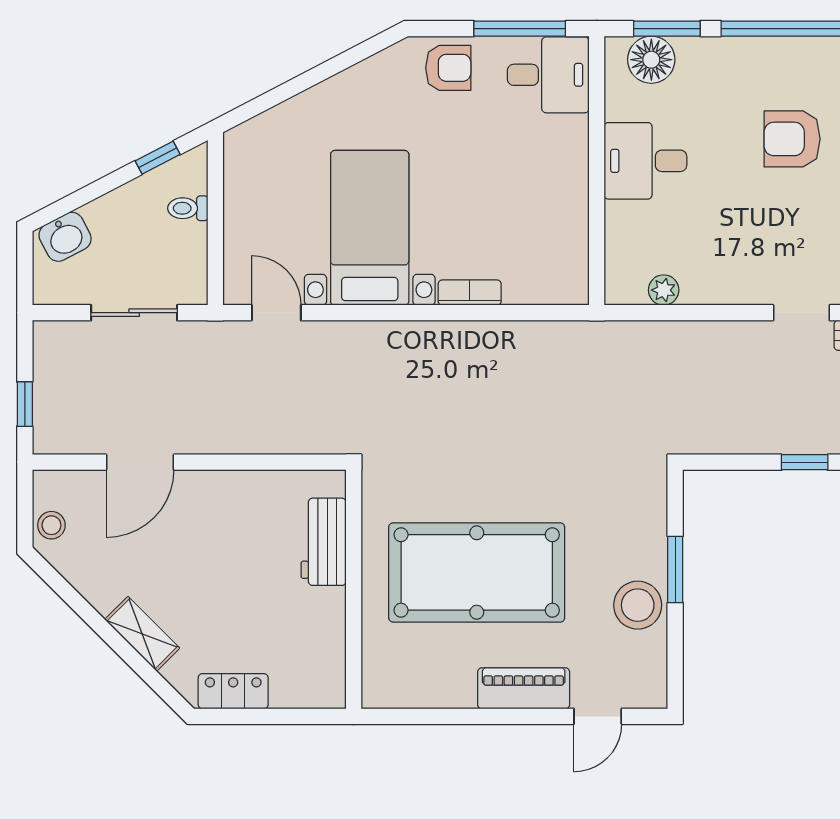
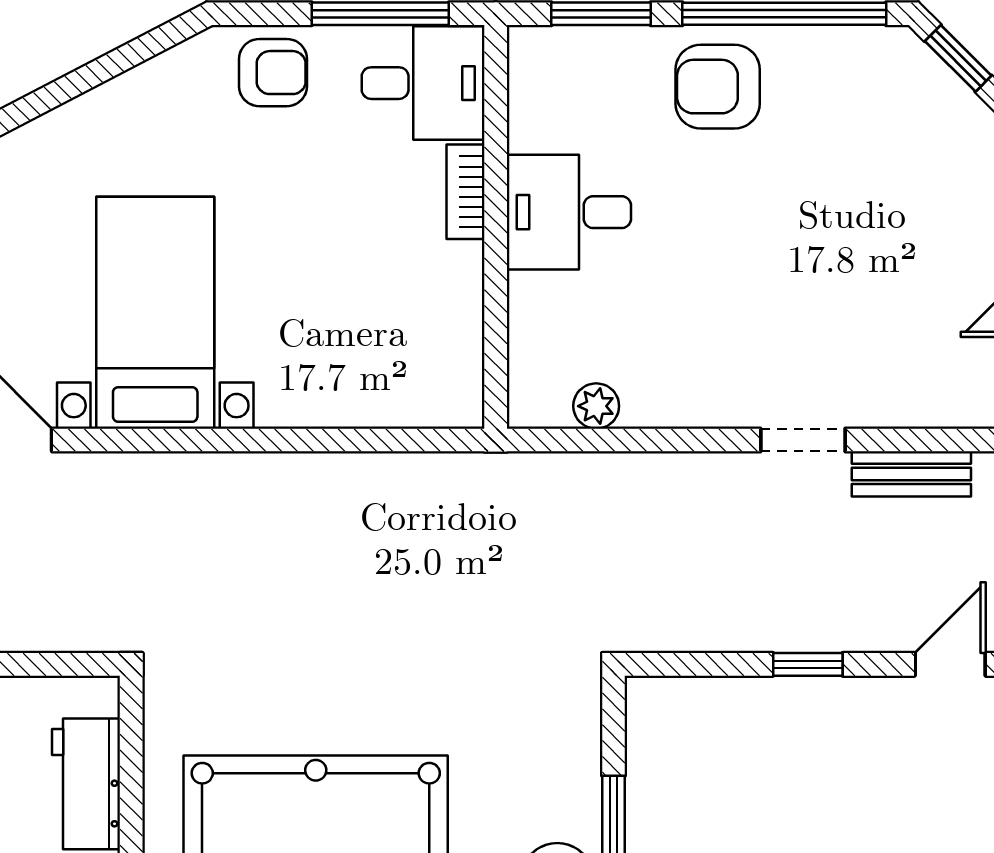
floor lamp: (651, 60) -> (578, 60), removed
armchair: (792, 139) -> (718, 87), moved
bookcase: (470, 293) -> (466, 192), moved, turned -90

